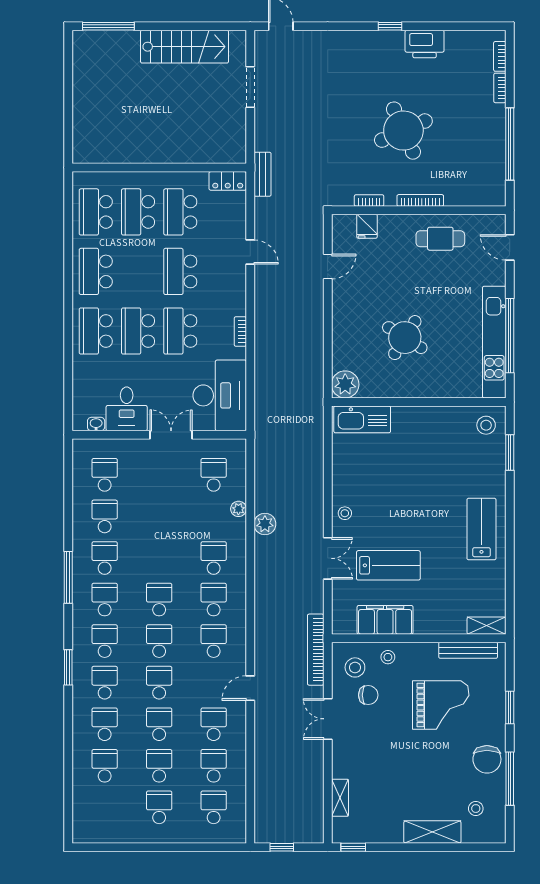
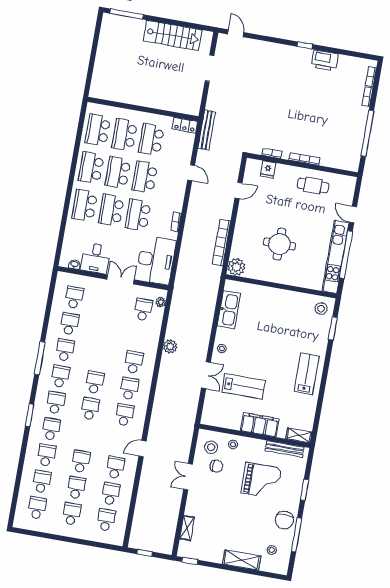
round table: (403, 131) -> (302, 113), removed
bench: (263, 174) -> (207, 130), width x1.36
door: (510, 247) -> (353, 215), moved
school desk: (138, 271) -> (118, 172), added
round table: (405, 338) -> (279, 244), turned -32
kitchen sink: (362, 419) -> (229, 310), moved, turned -90
plant: (238, 509) -> (161, 302), moved
filing cabinet: (385, 620) -> (260, 425), moved
bookcase: (316, 650) -> (222, 242), moved
school desk: (159, 683) -> (37, 508), moved

